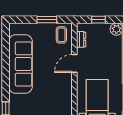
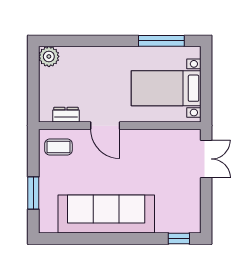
window: (47, 20) -> (33, 193), moved
window: (99, 20) -> (33, 86), removed

